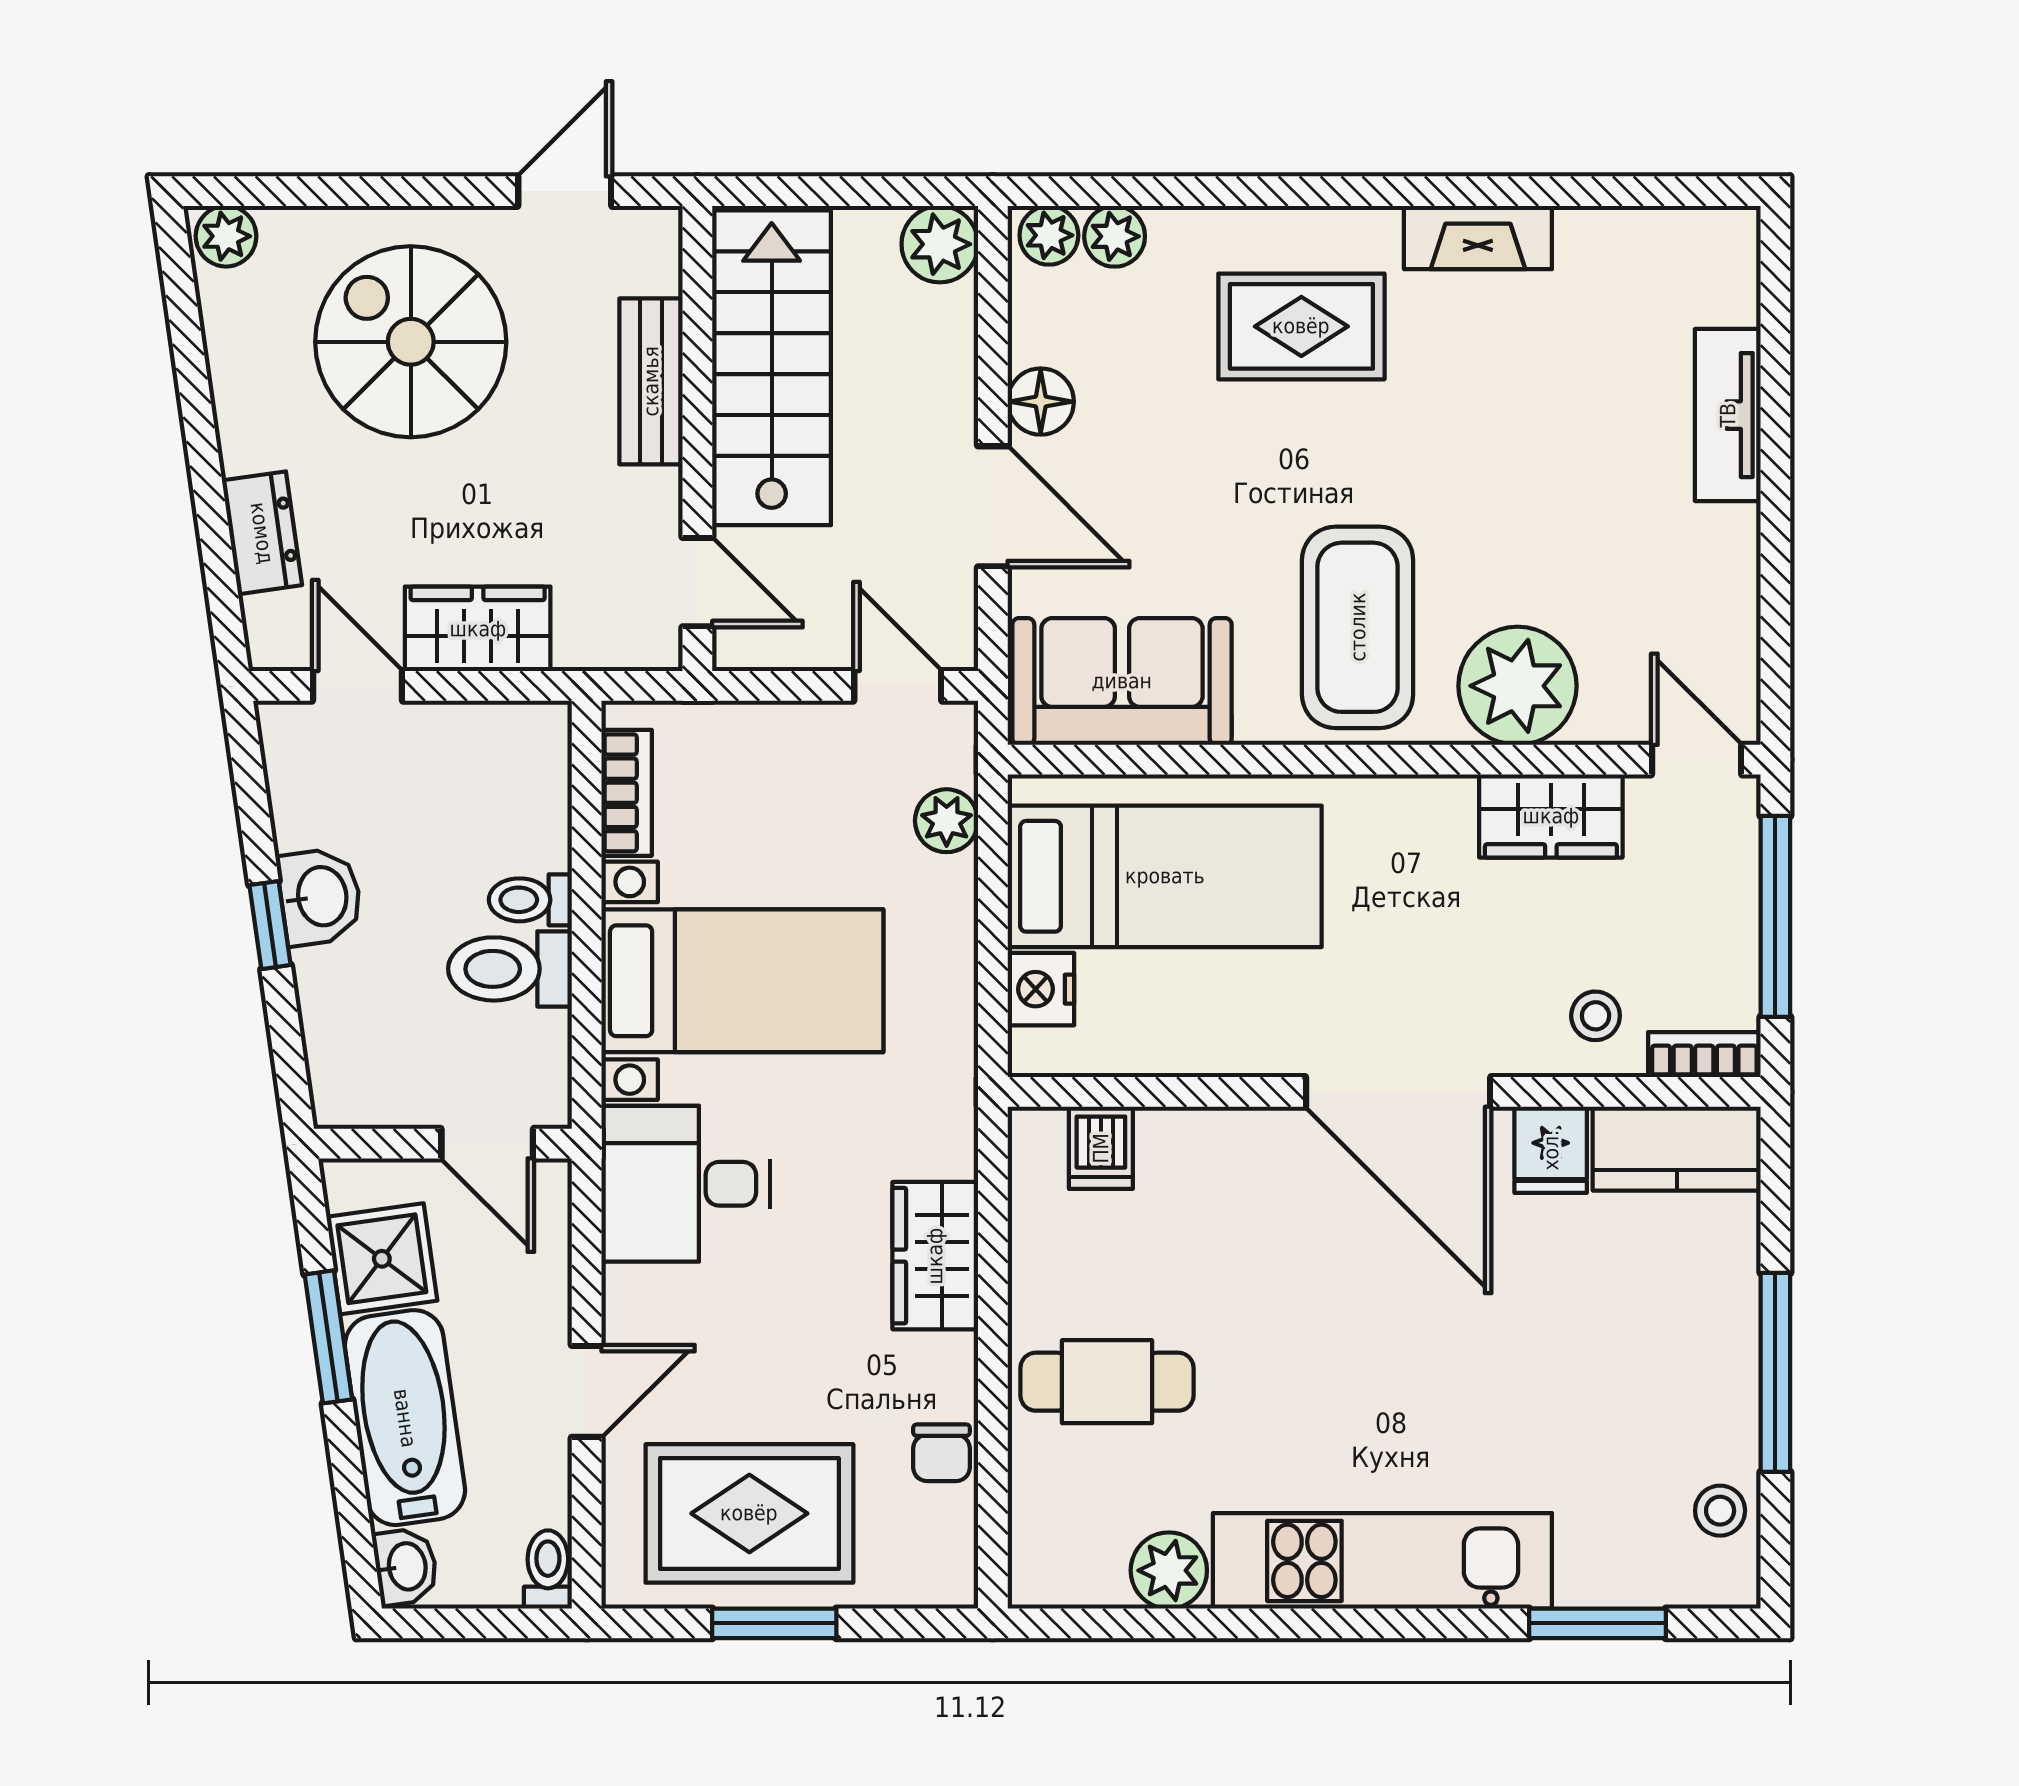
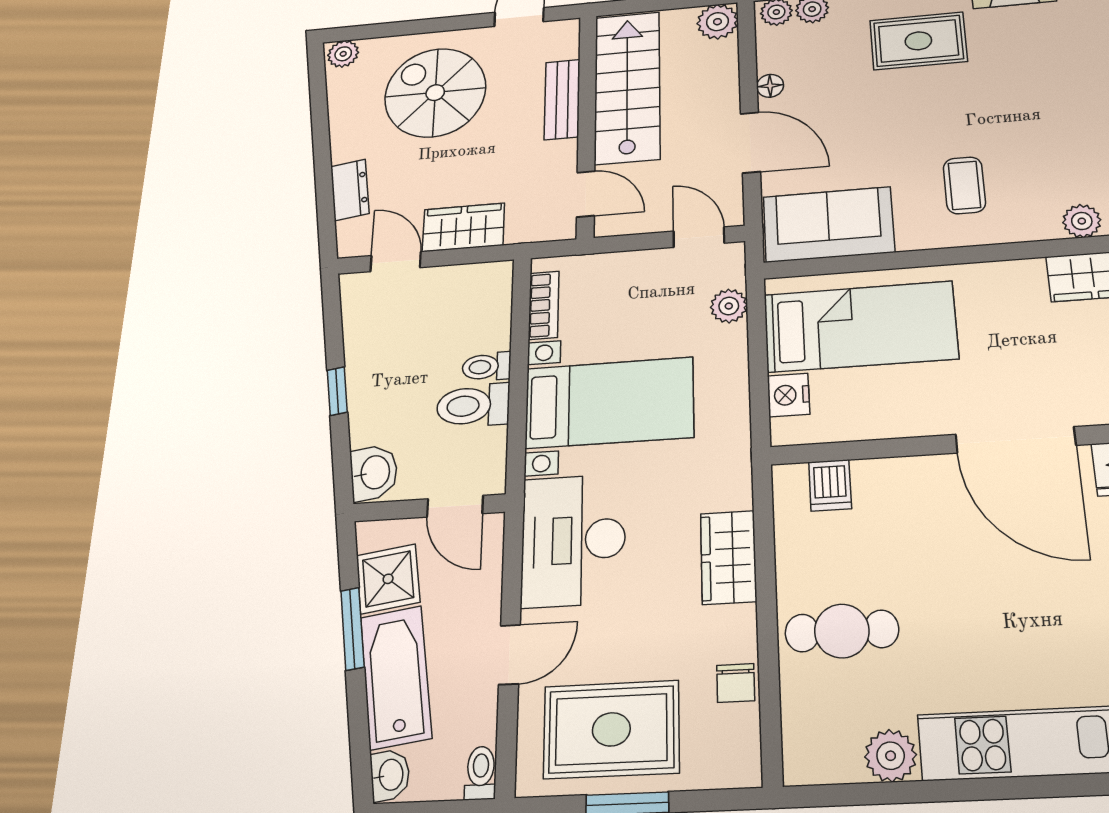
floor lamp: (1041, 402) -> (770, 86), width x0.73, depth x0.73
coffee table: (1358, 627) -> (964, 185), width x0.54, depth x0.58
plant: (1518, 686) -> (1082, 221), width x0.53, depth x0.53
washbasin: (320, 897) -> (374, 472), moved
desk: (686, 1184) -> (573, 540), width x1.37

